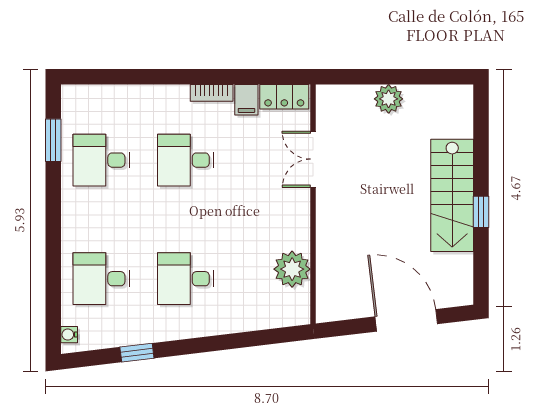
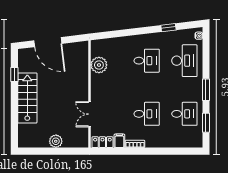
double door: (313, 159) -> (90, 114), swing flipped
window: (481, 212) -> (14, 74), moved
window: (53, 214) -> (206, 90), added
desk: (101, 279) -> (184, 61), width x1.37

